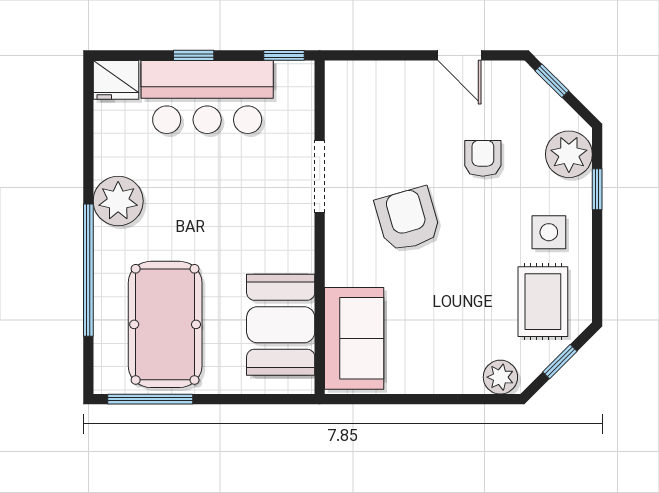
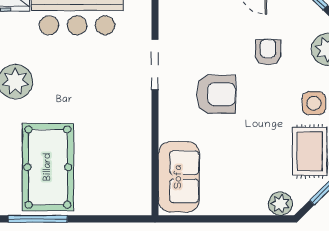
armchair: (408, 219) -> (216, 94), turned 106
booth: (281, 325) -> (128, 167), removed

